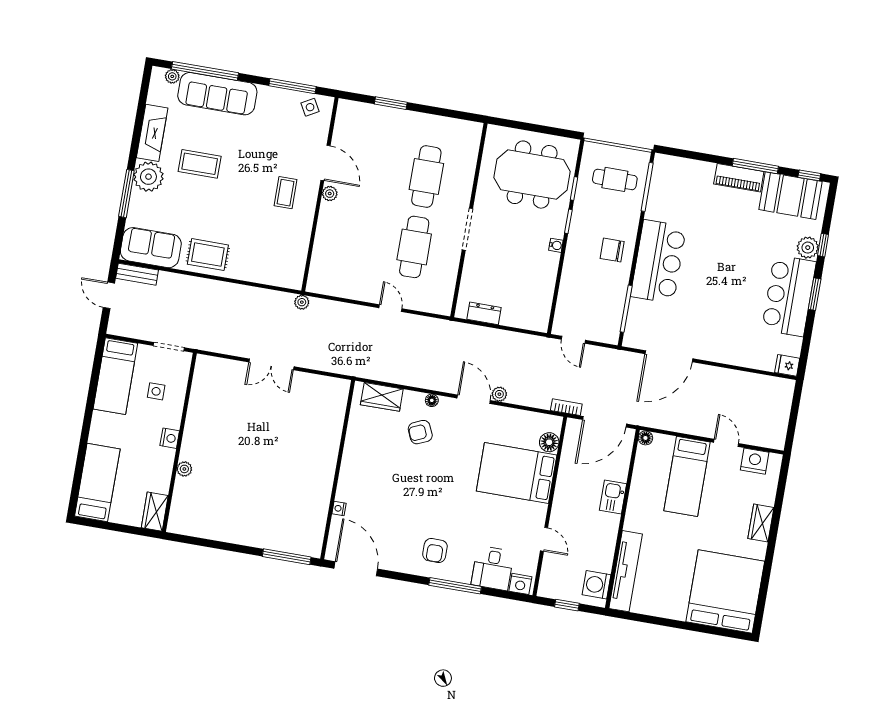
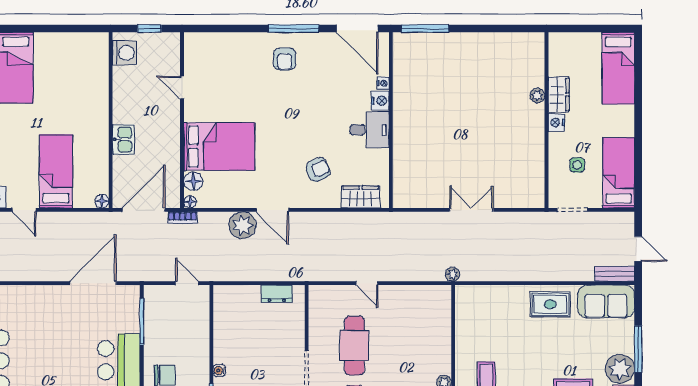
plant: (499, 394) -> (242, 225), width x1.88, depth x1.88
floor lamp: (432, 400) -> (190, 202), moved
wardrobe: (155, 512) -> (559, 95), moved
armchair: (435, 550) -> (285, 59), turned 180
desk: (493, 568) -> (370, 130), moved, turned 90
tv unit: (626, 571) -> (99, 71), removed
nightstand: (520, 584) -> (380, 101), moved, turned 90
window: (455, 586) -> (293, 29), moved

